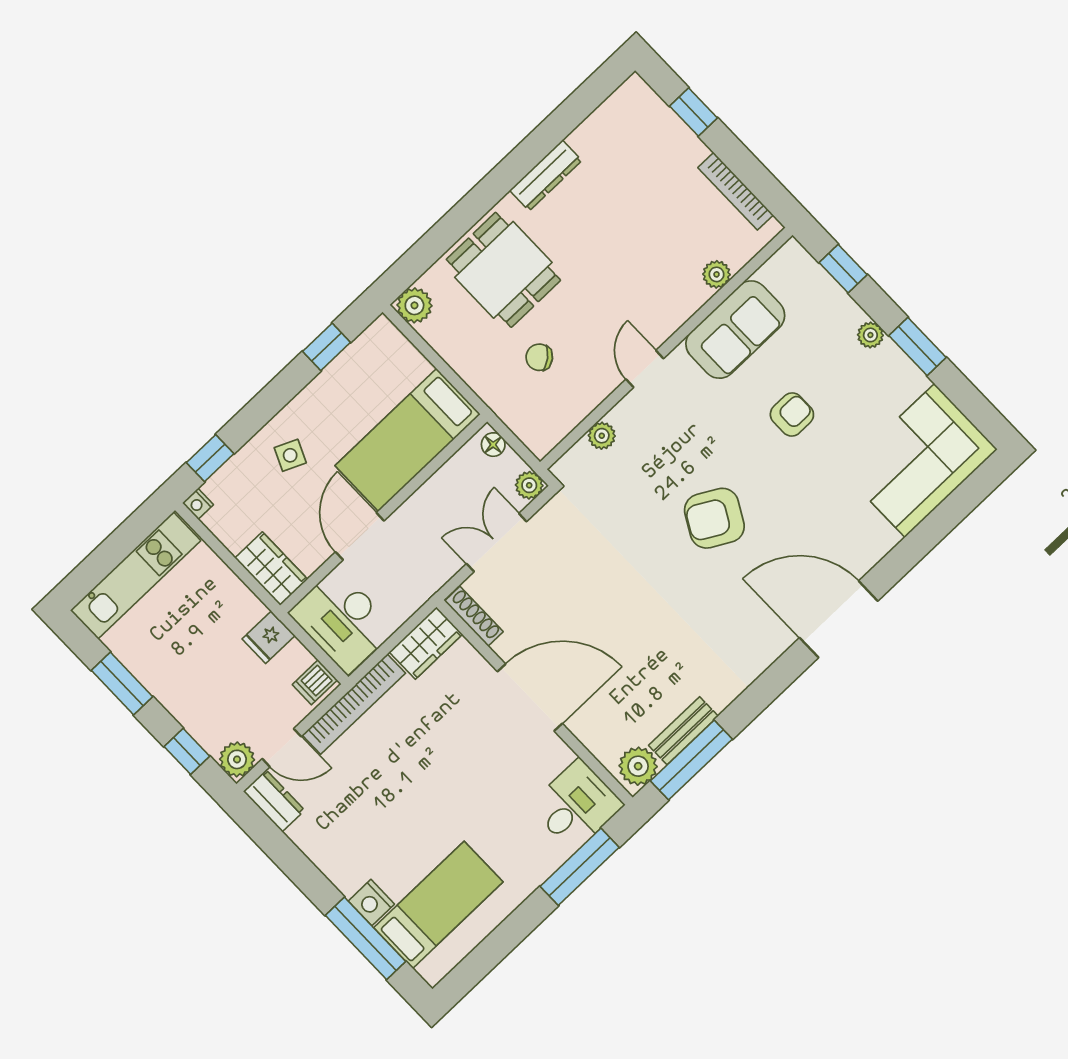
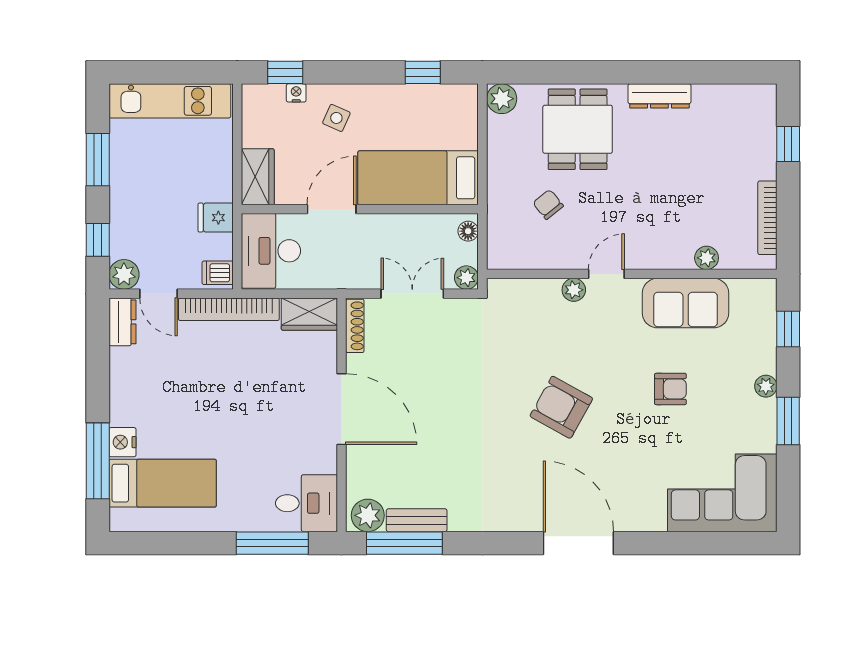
plant: (602, 436) -> (574, 290), moved
nightstand: (198, 504) -> (296, 93), moved, turned 90

